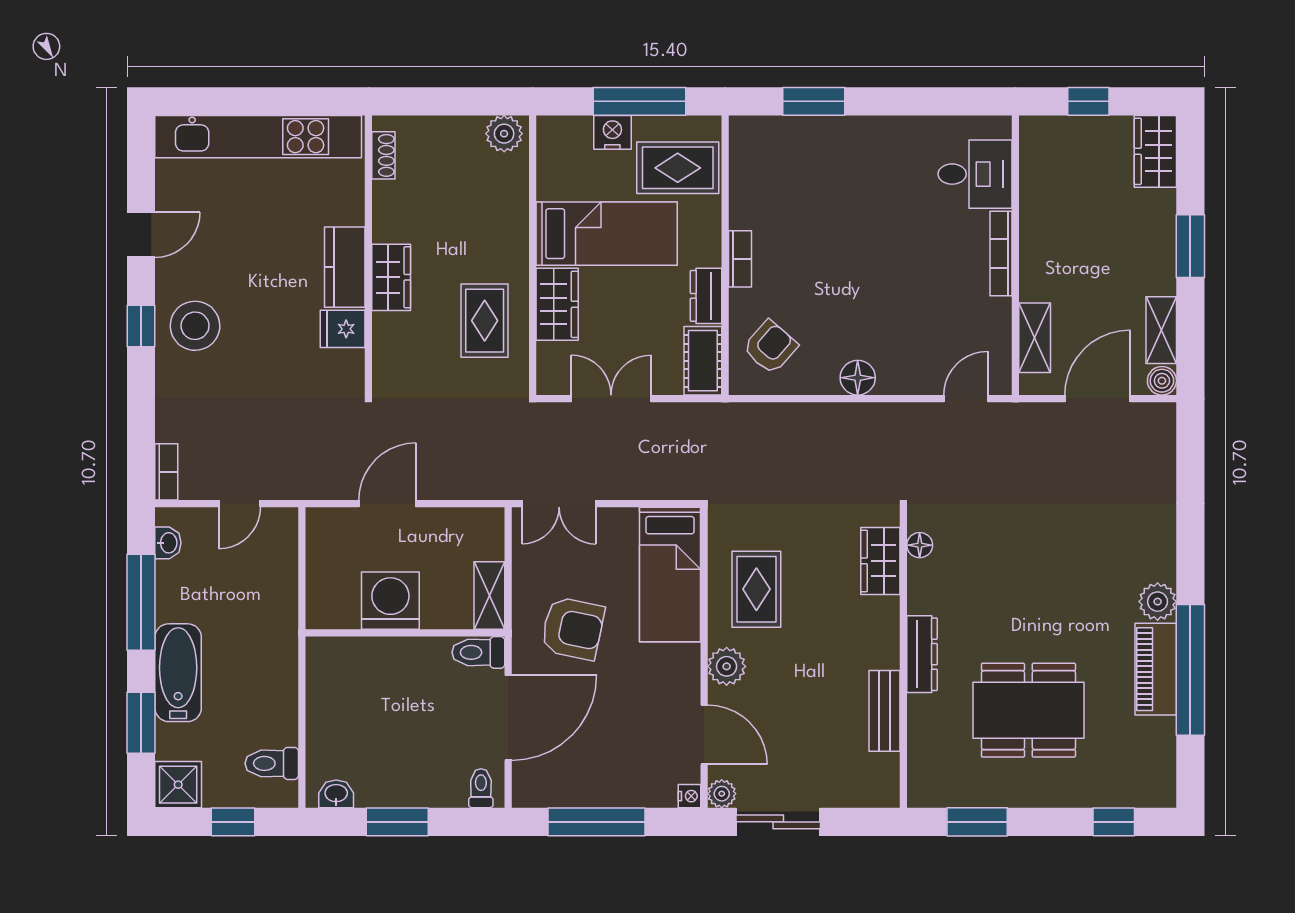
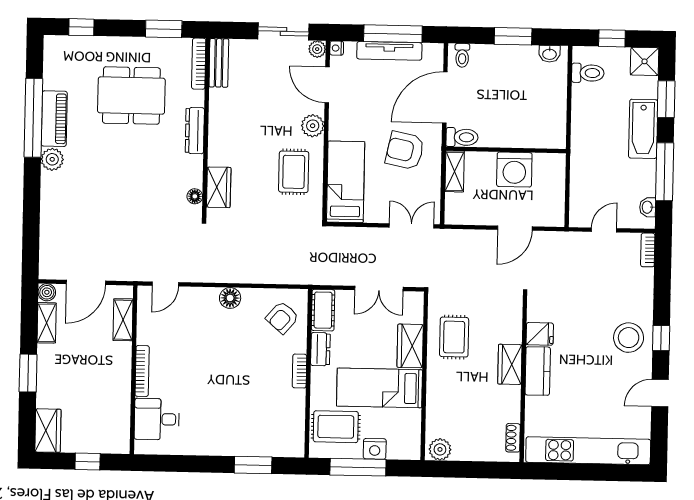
bench: (885, 711) -> (219, 63), moved
bookcase: (918, 765) -> (199, 64), added
tv unit: (602, 793) -> (389, 51), added

